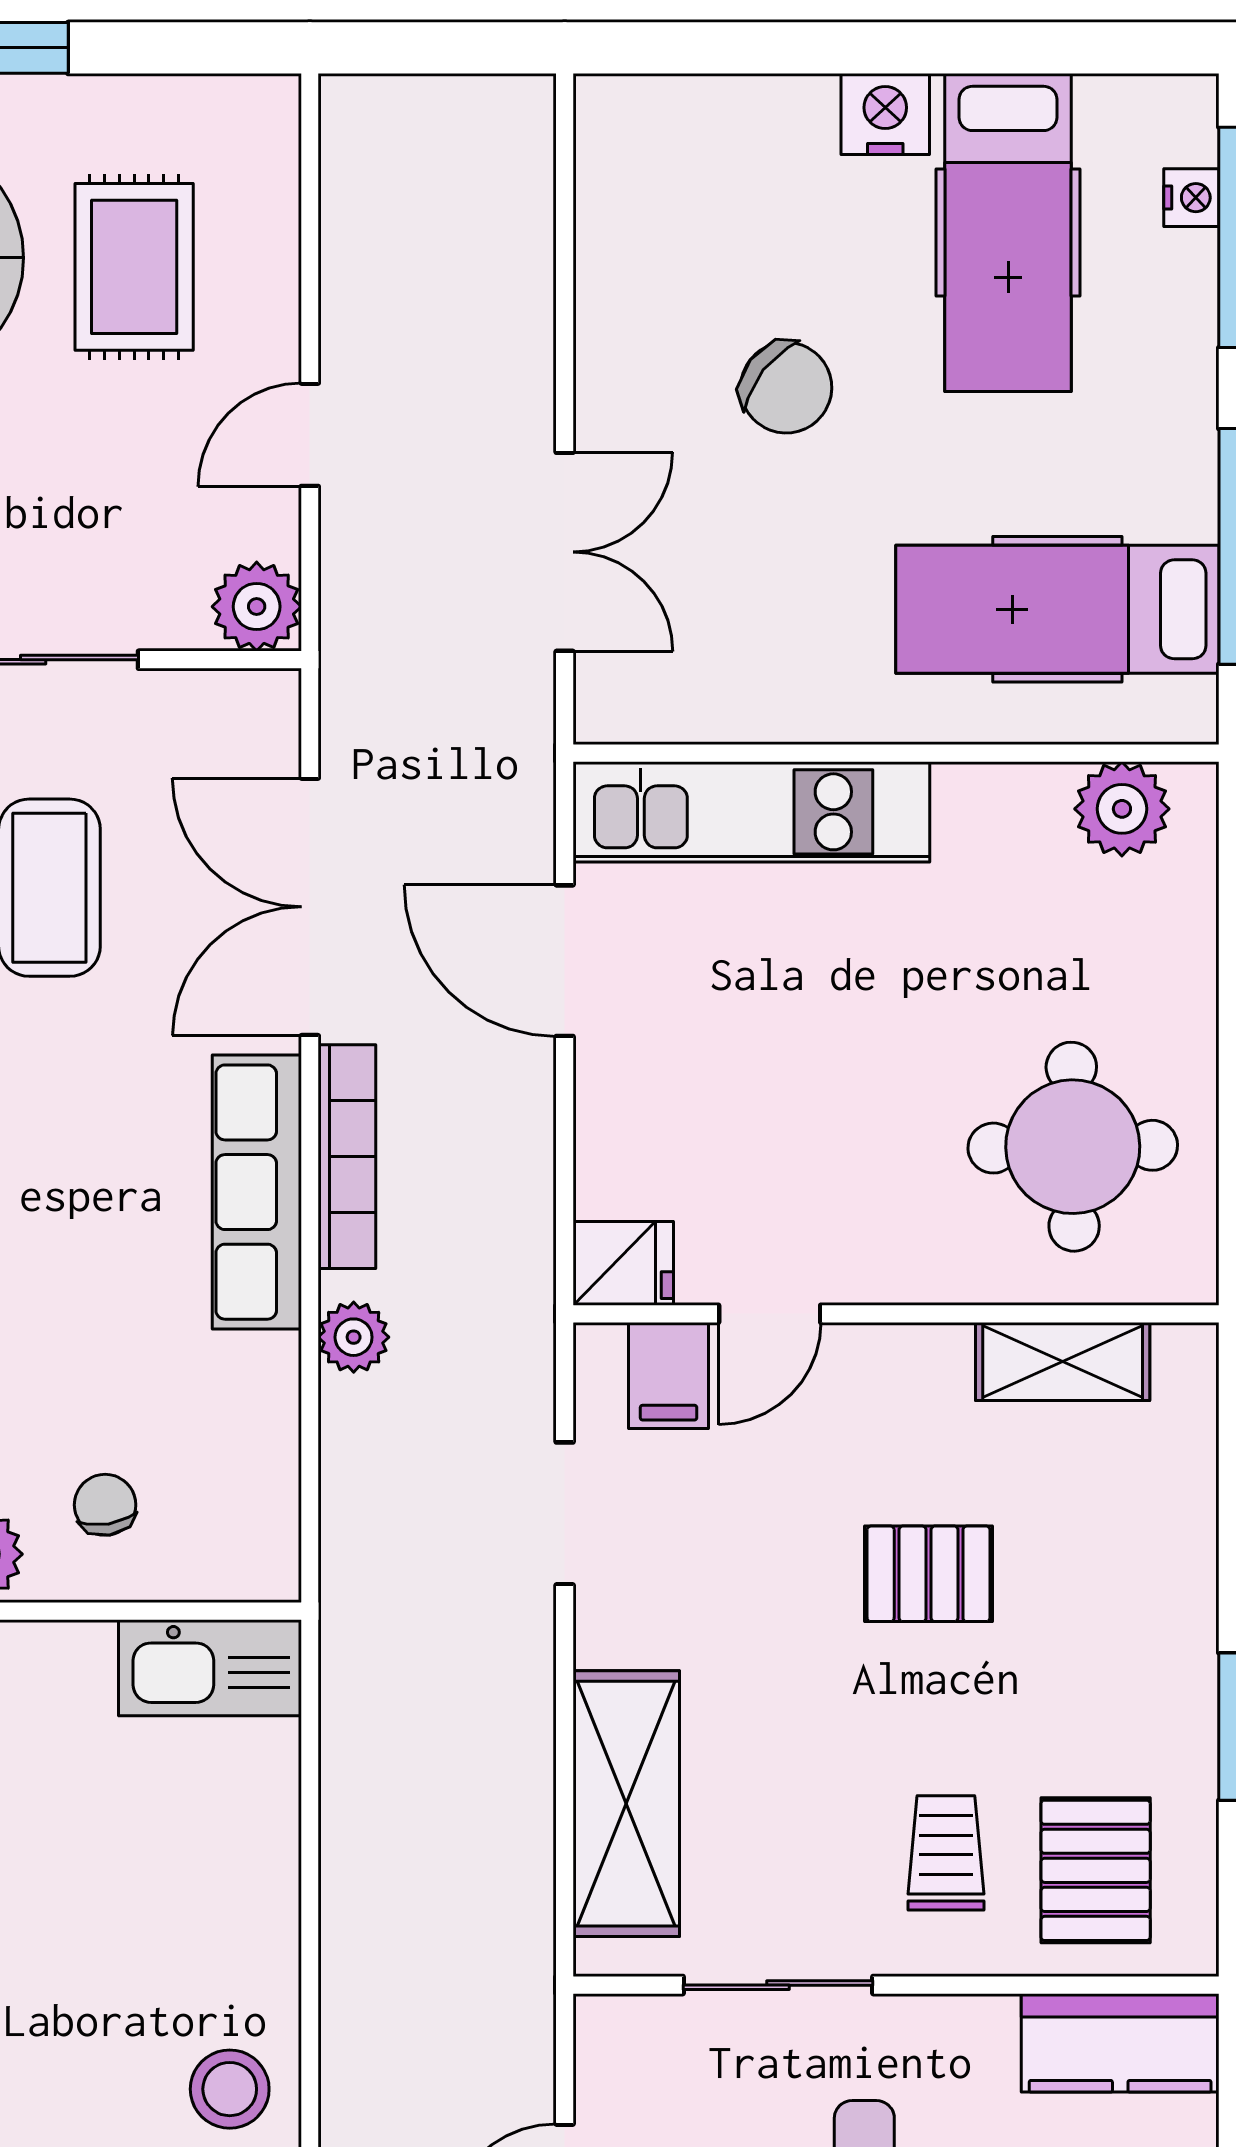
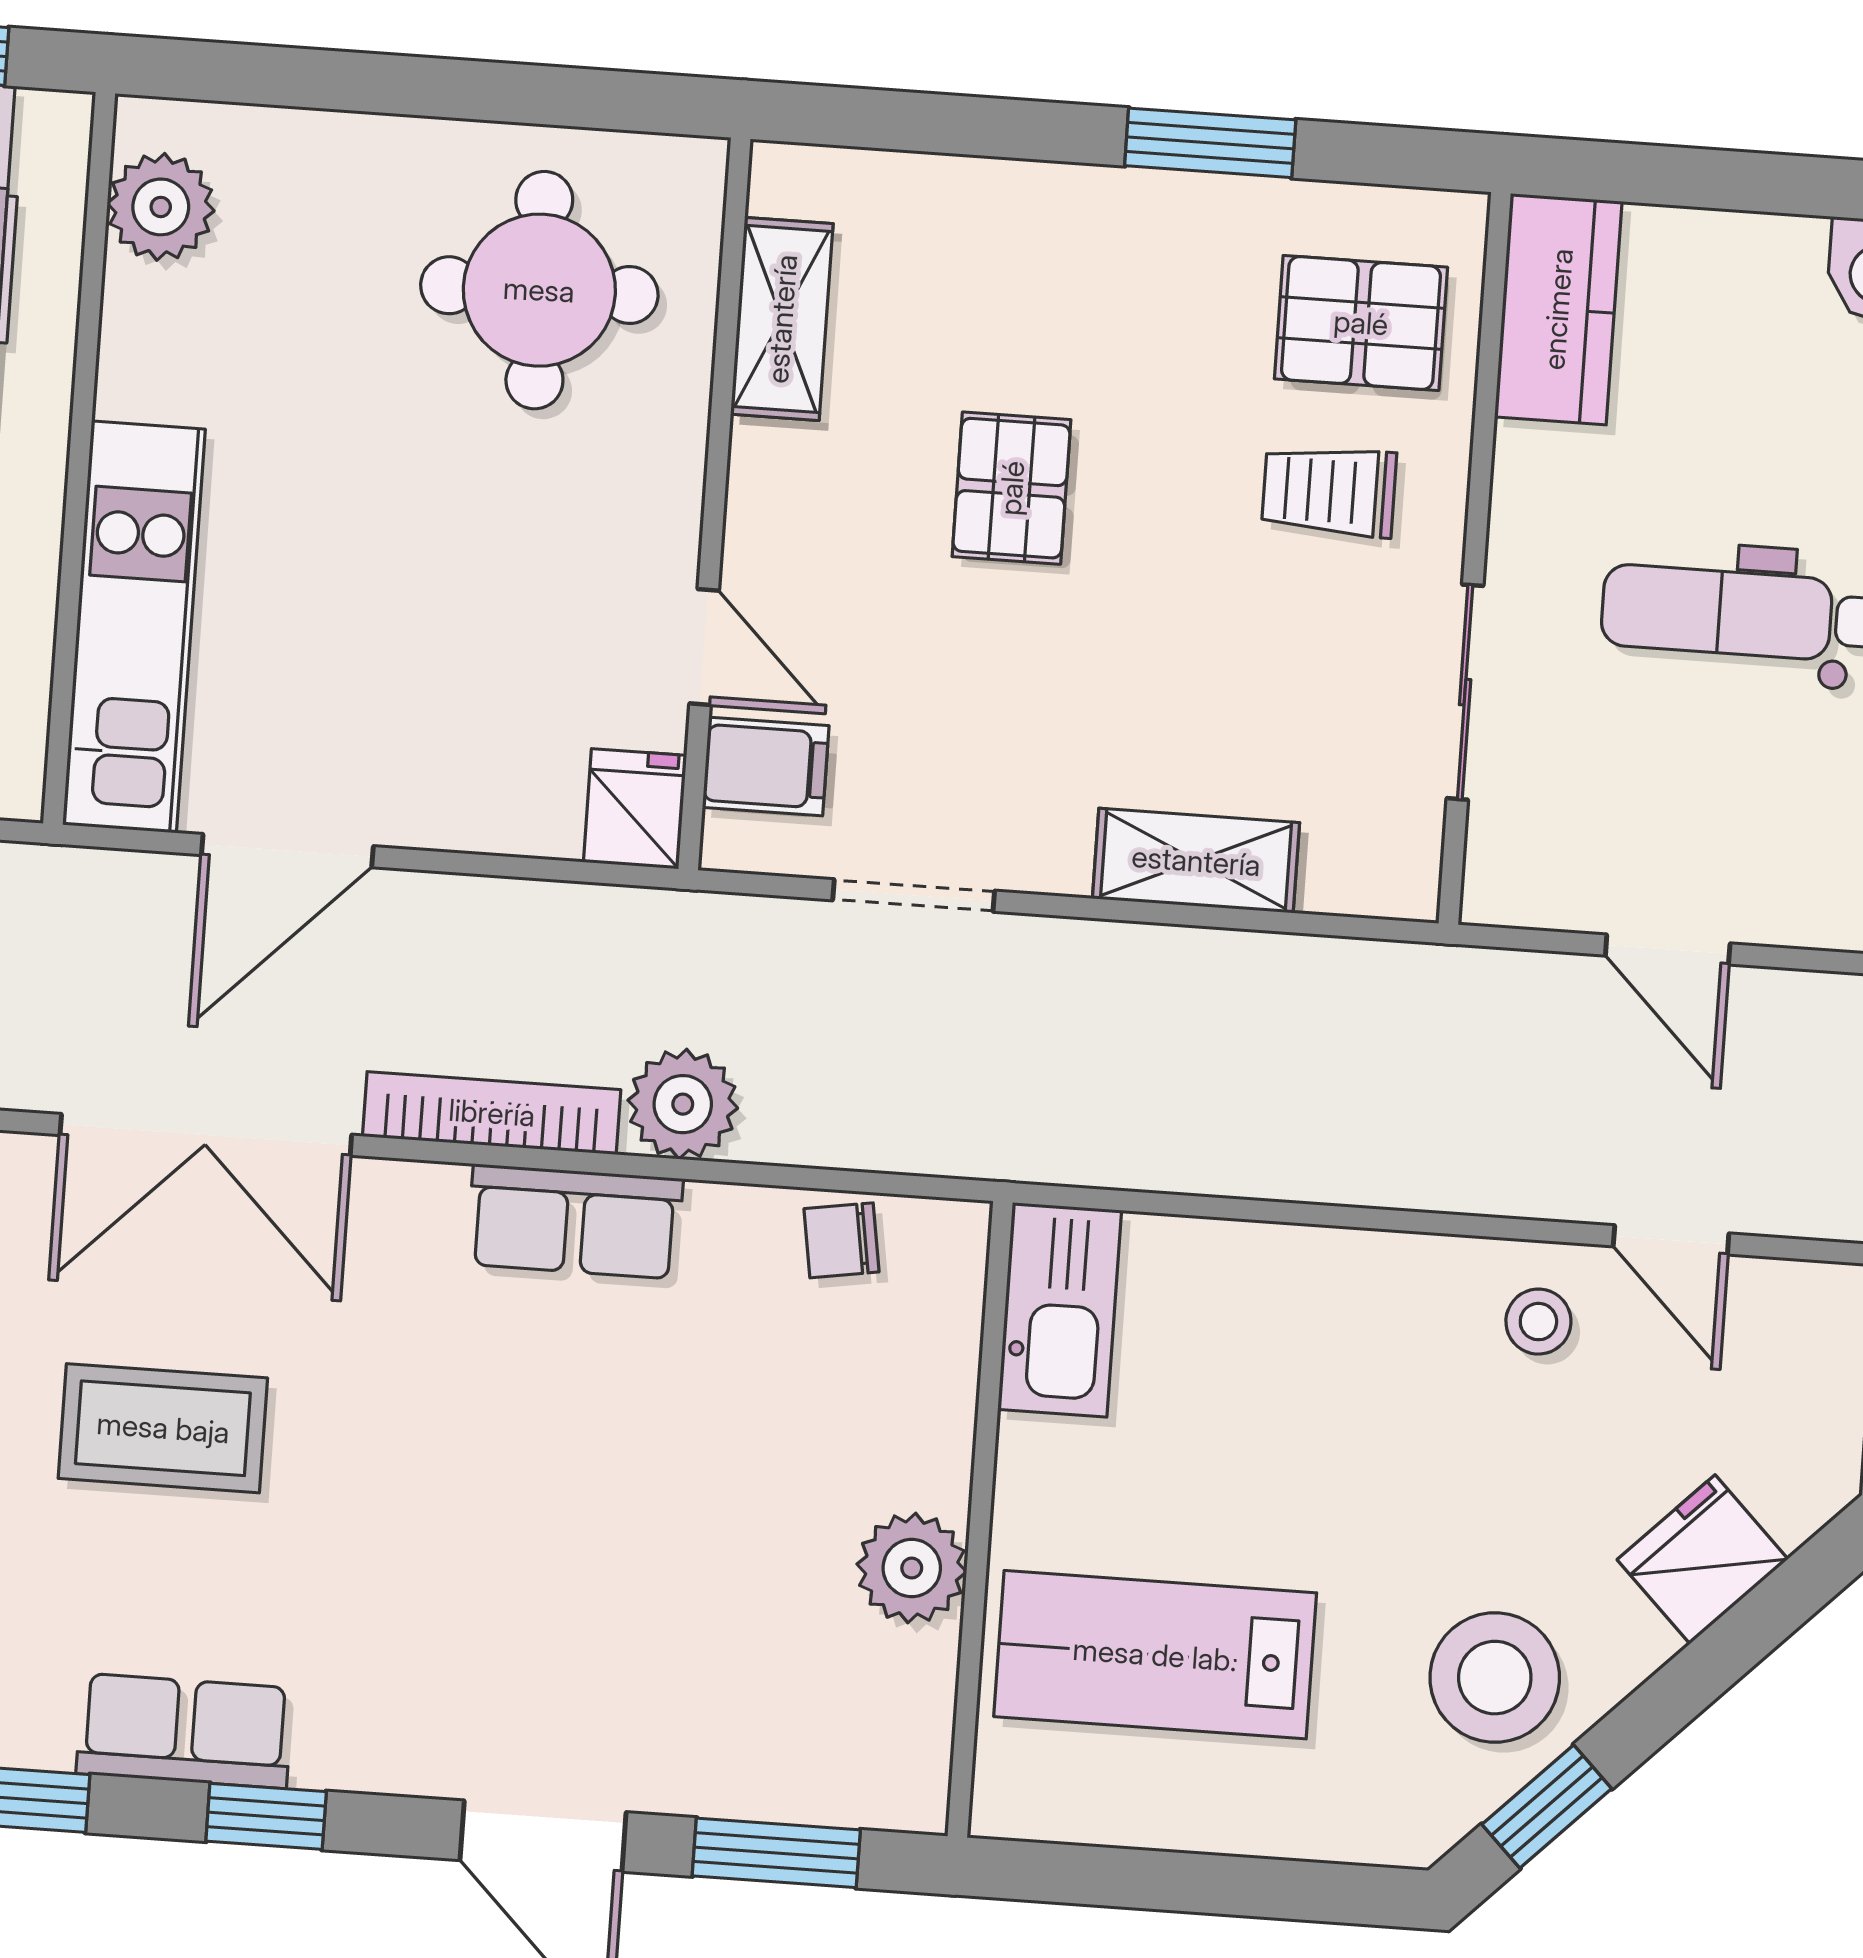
row of seats: (257, 1192) -> (575, 1222), width x0.68
plant: (354, 1337) -> (683, 1104), width x1.38, depth x1.38
chair: (105, 1505) -> (842, 1240), moved
shelving: (626, 1804) -> (1196, 861), width x0.67, depth x0.75
stool: (230, 2089) -> (1538, 1322), width x0.73, depth x0.73

